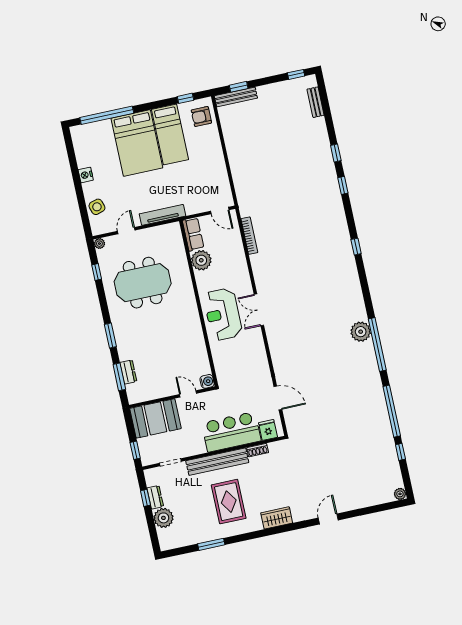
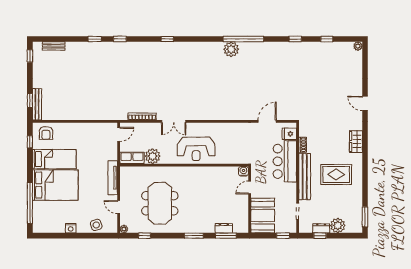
double door: (259, 310) -> (174, 121), moved
window: (392, 411) -> (295, 39), width x0.32
window: (211, 544) -> (365, 217), moved

